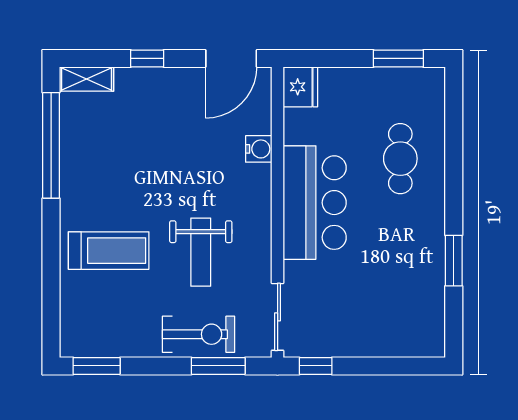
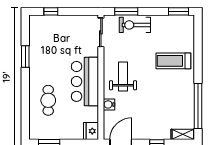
weight bench: (201, 252) -> (123, 76), moved
window: (316, 366) -> (51, 11), moved

